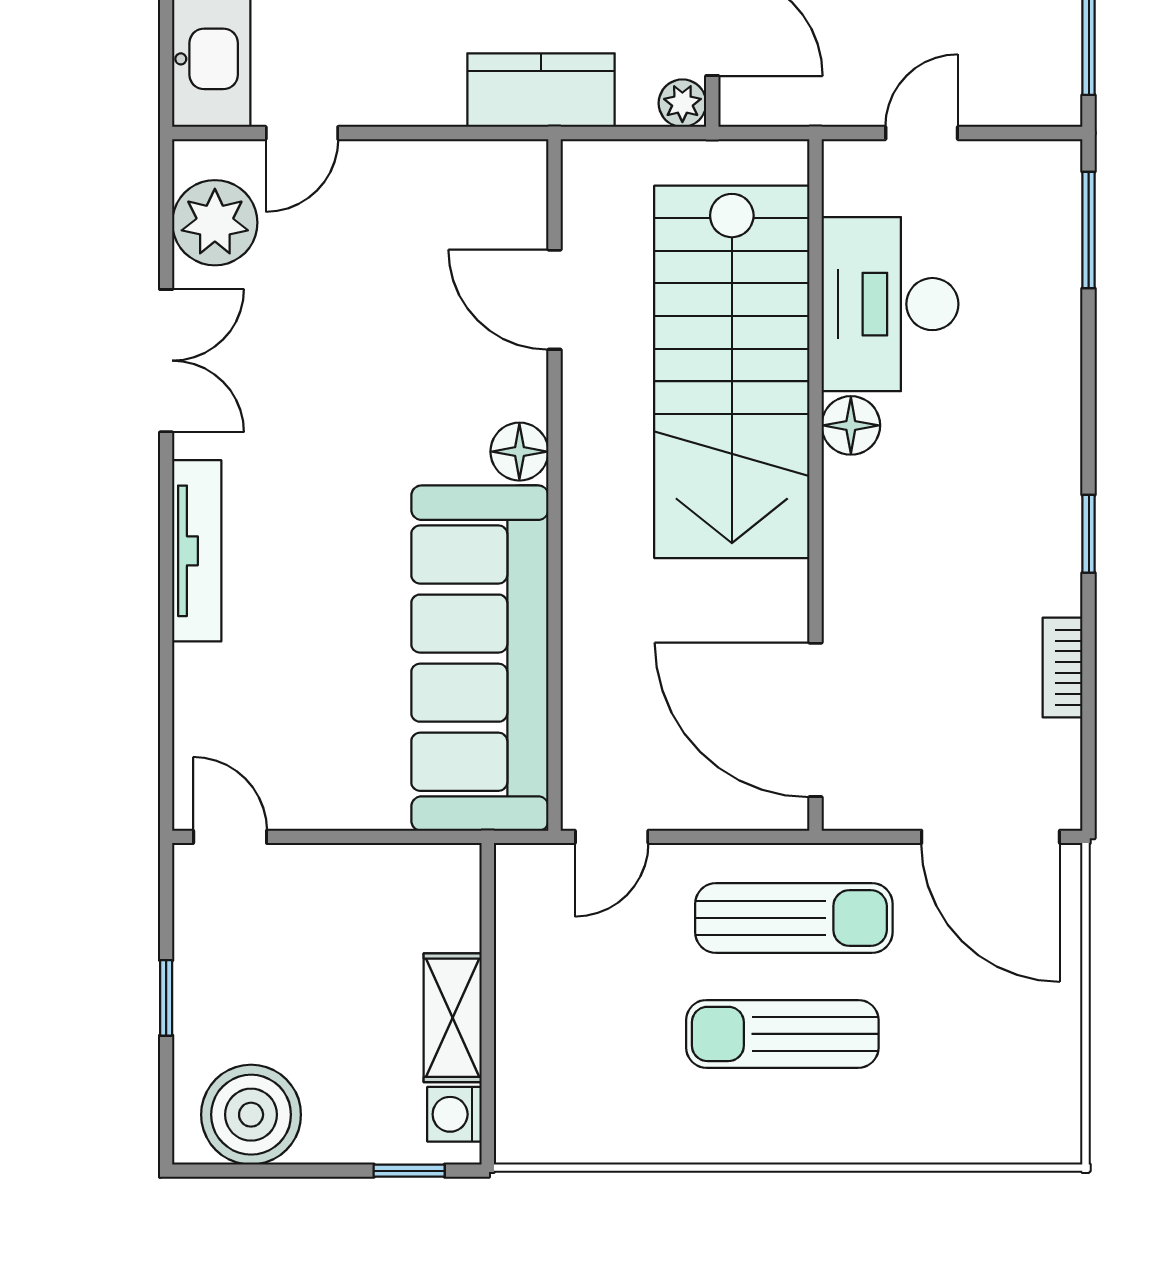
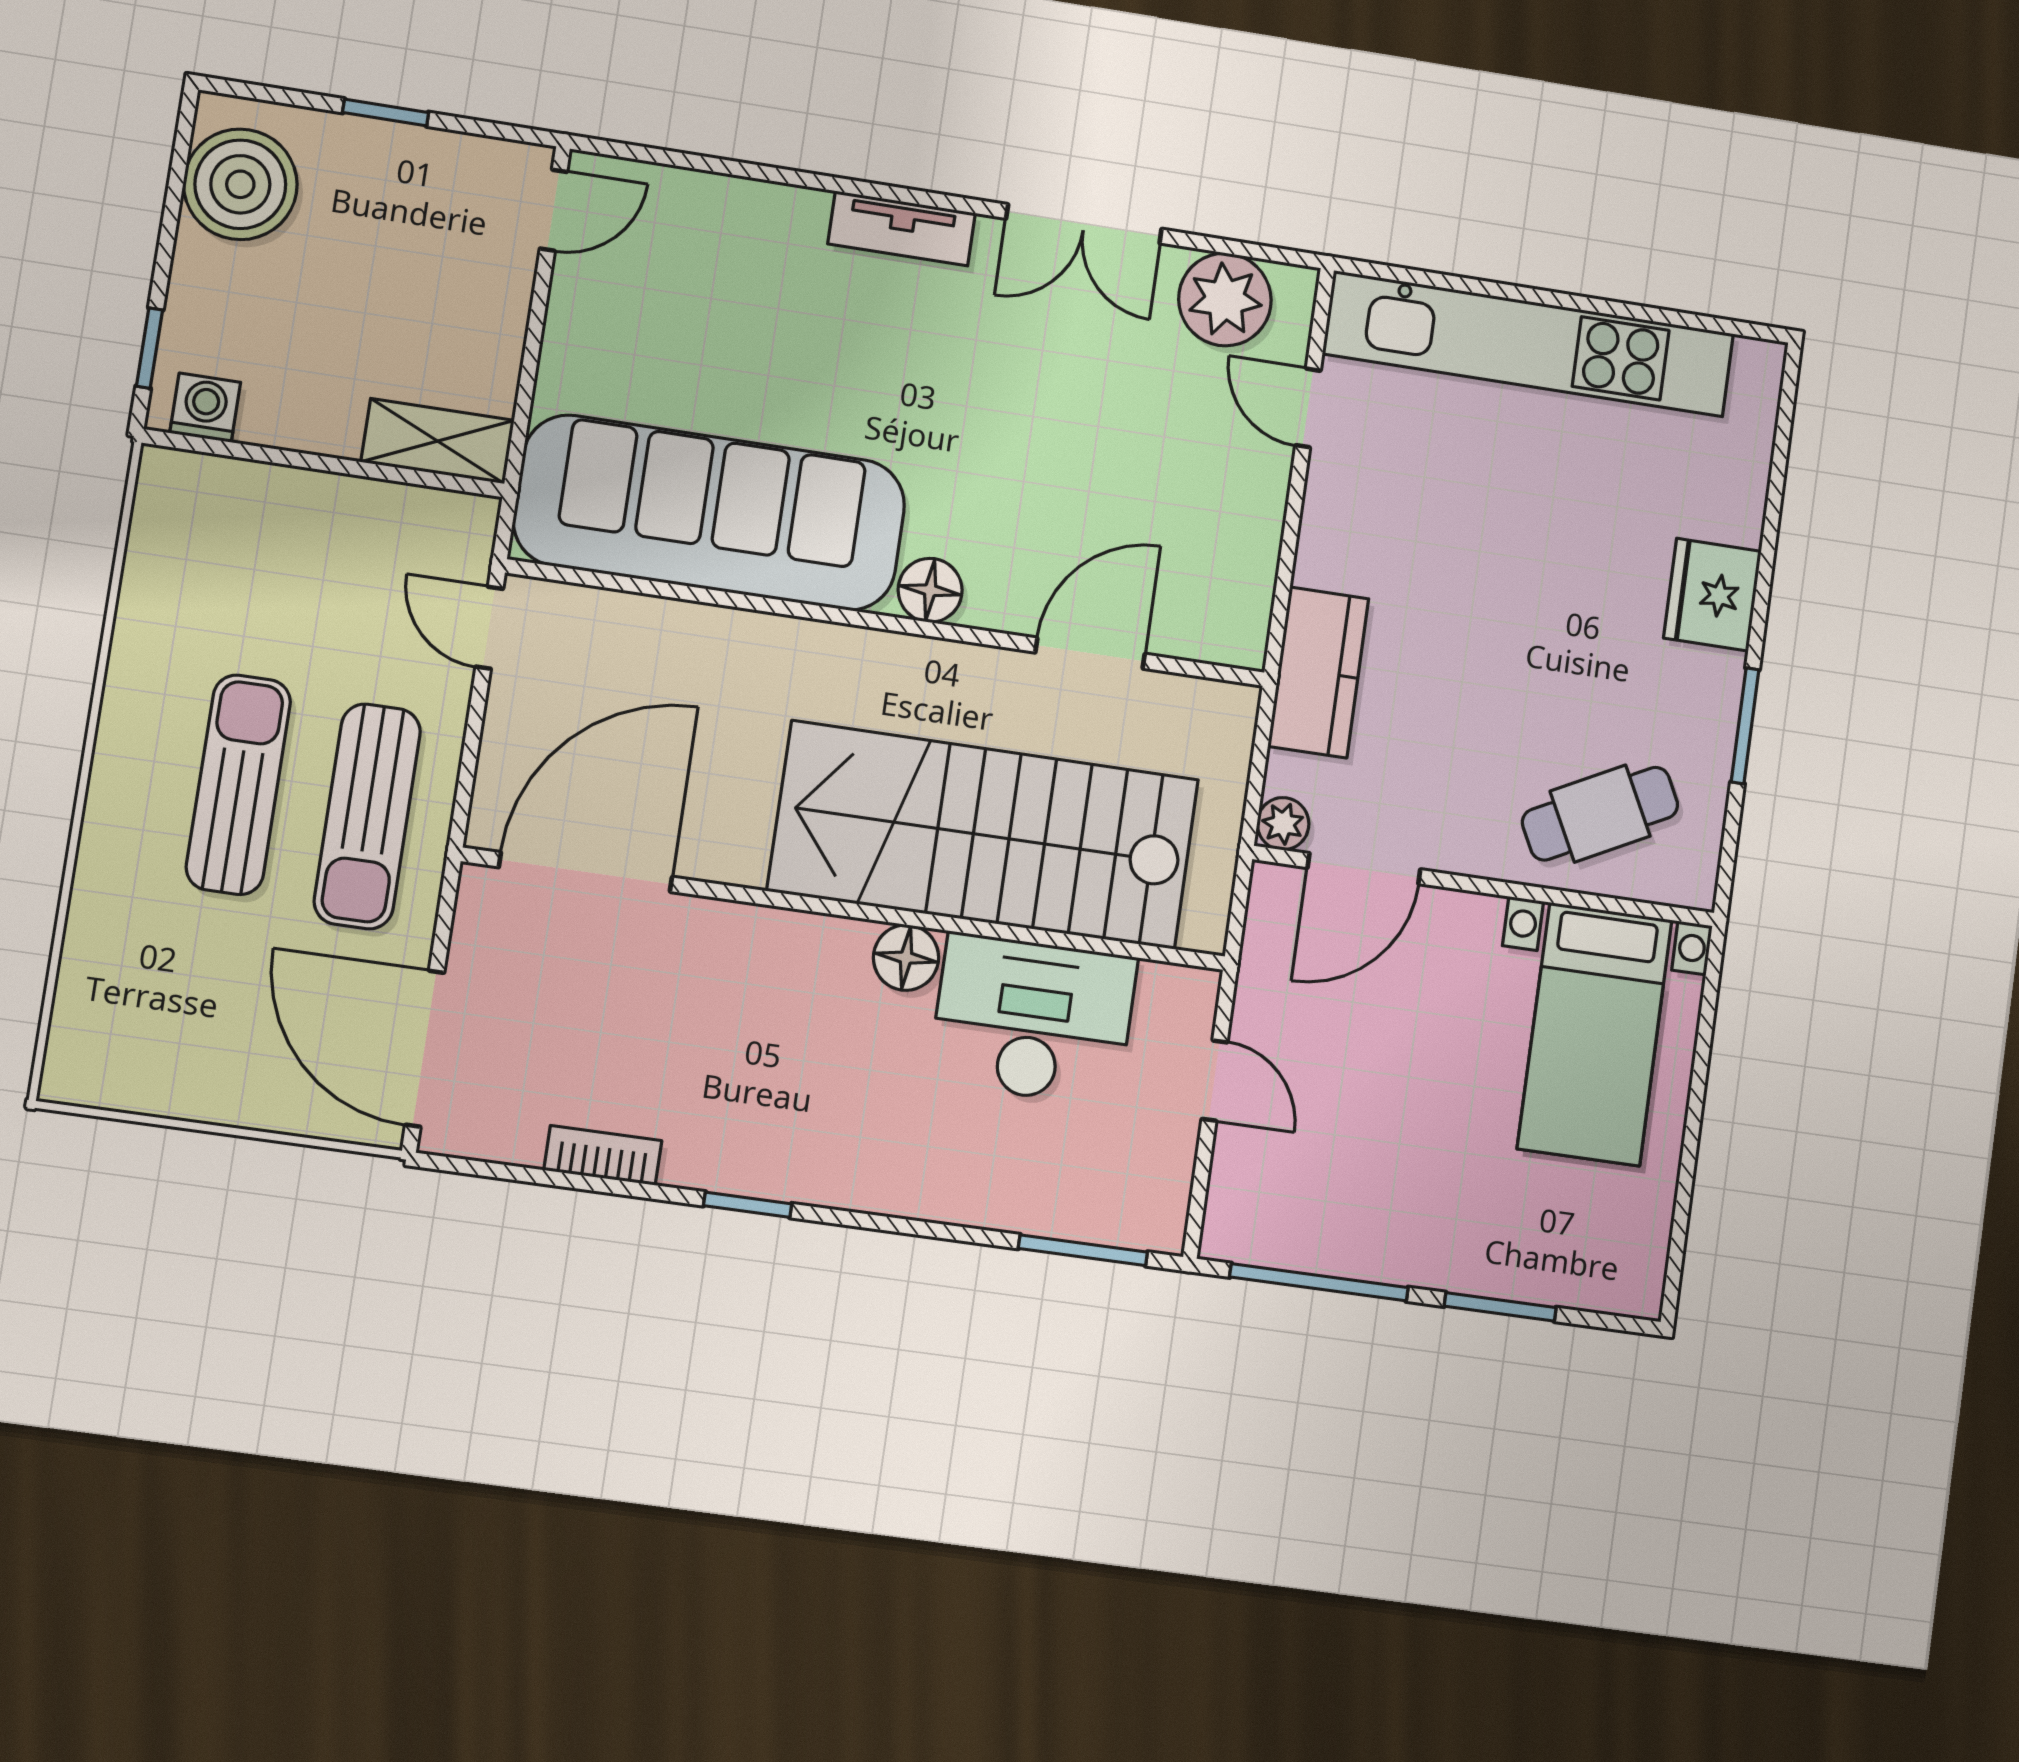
tv unit: (197, 551) -> (902, 228), width x0.71
door: (991, 837) -> (425, 1049), hinge flipped
shelving: (453, 1018) -> (438, 441), moved

